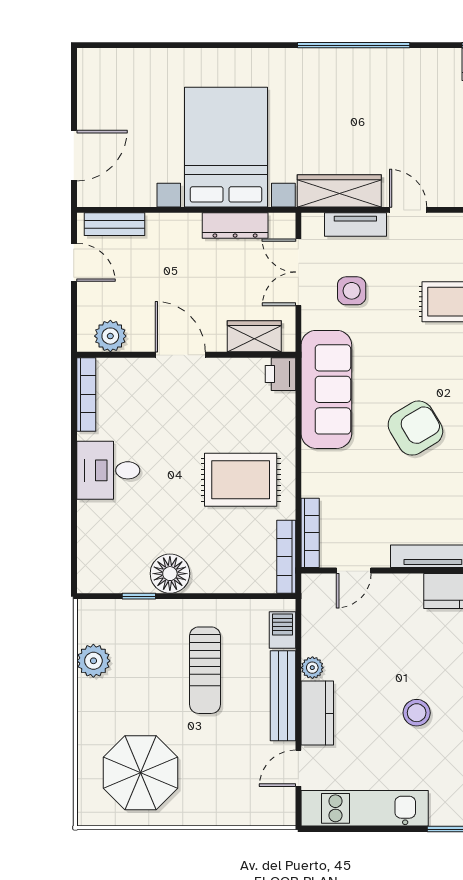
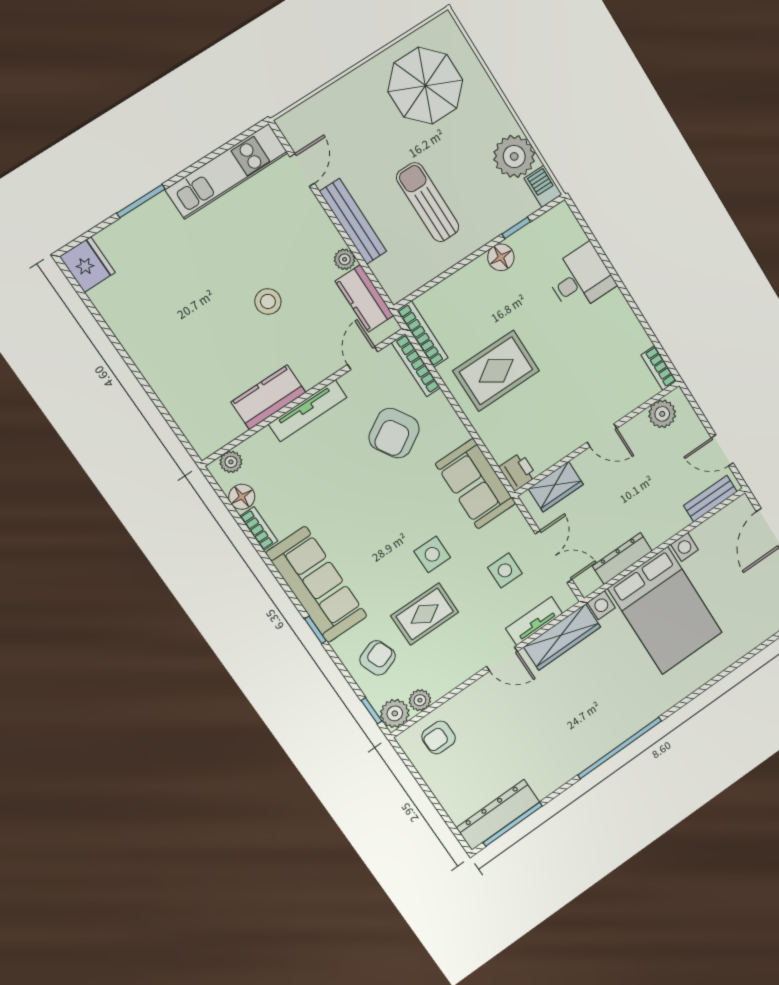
side table: (408, 352) -> (432, 554), added
door: (180, 355) -> (602, 435), width x0.73
sofa: (326, 389) -> (476, 484), width x0.73
bookcase: (86, 394) -> (659, 368), width x0.64
armchair: (415, 428) -> (394, 433), moved
desk: (108, 470) -> (580, 279), moved
floor lamp: (170, 574) -> (501, 257), width x0.73, depth x0.73
barbecue: (282, 630) -> (543, 186), moved, turned 180
plant: (93, 661) -> (514, 156), width x1.36, depth x1.36
kitchen counter: (317, 713) -> (364, 298), moved
stool: (417, 713) -> (268, 301), moved

